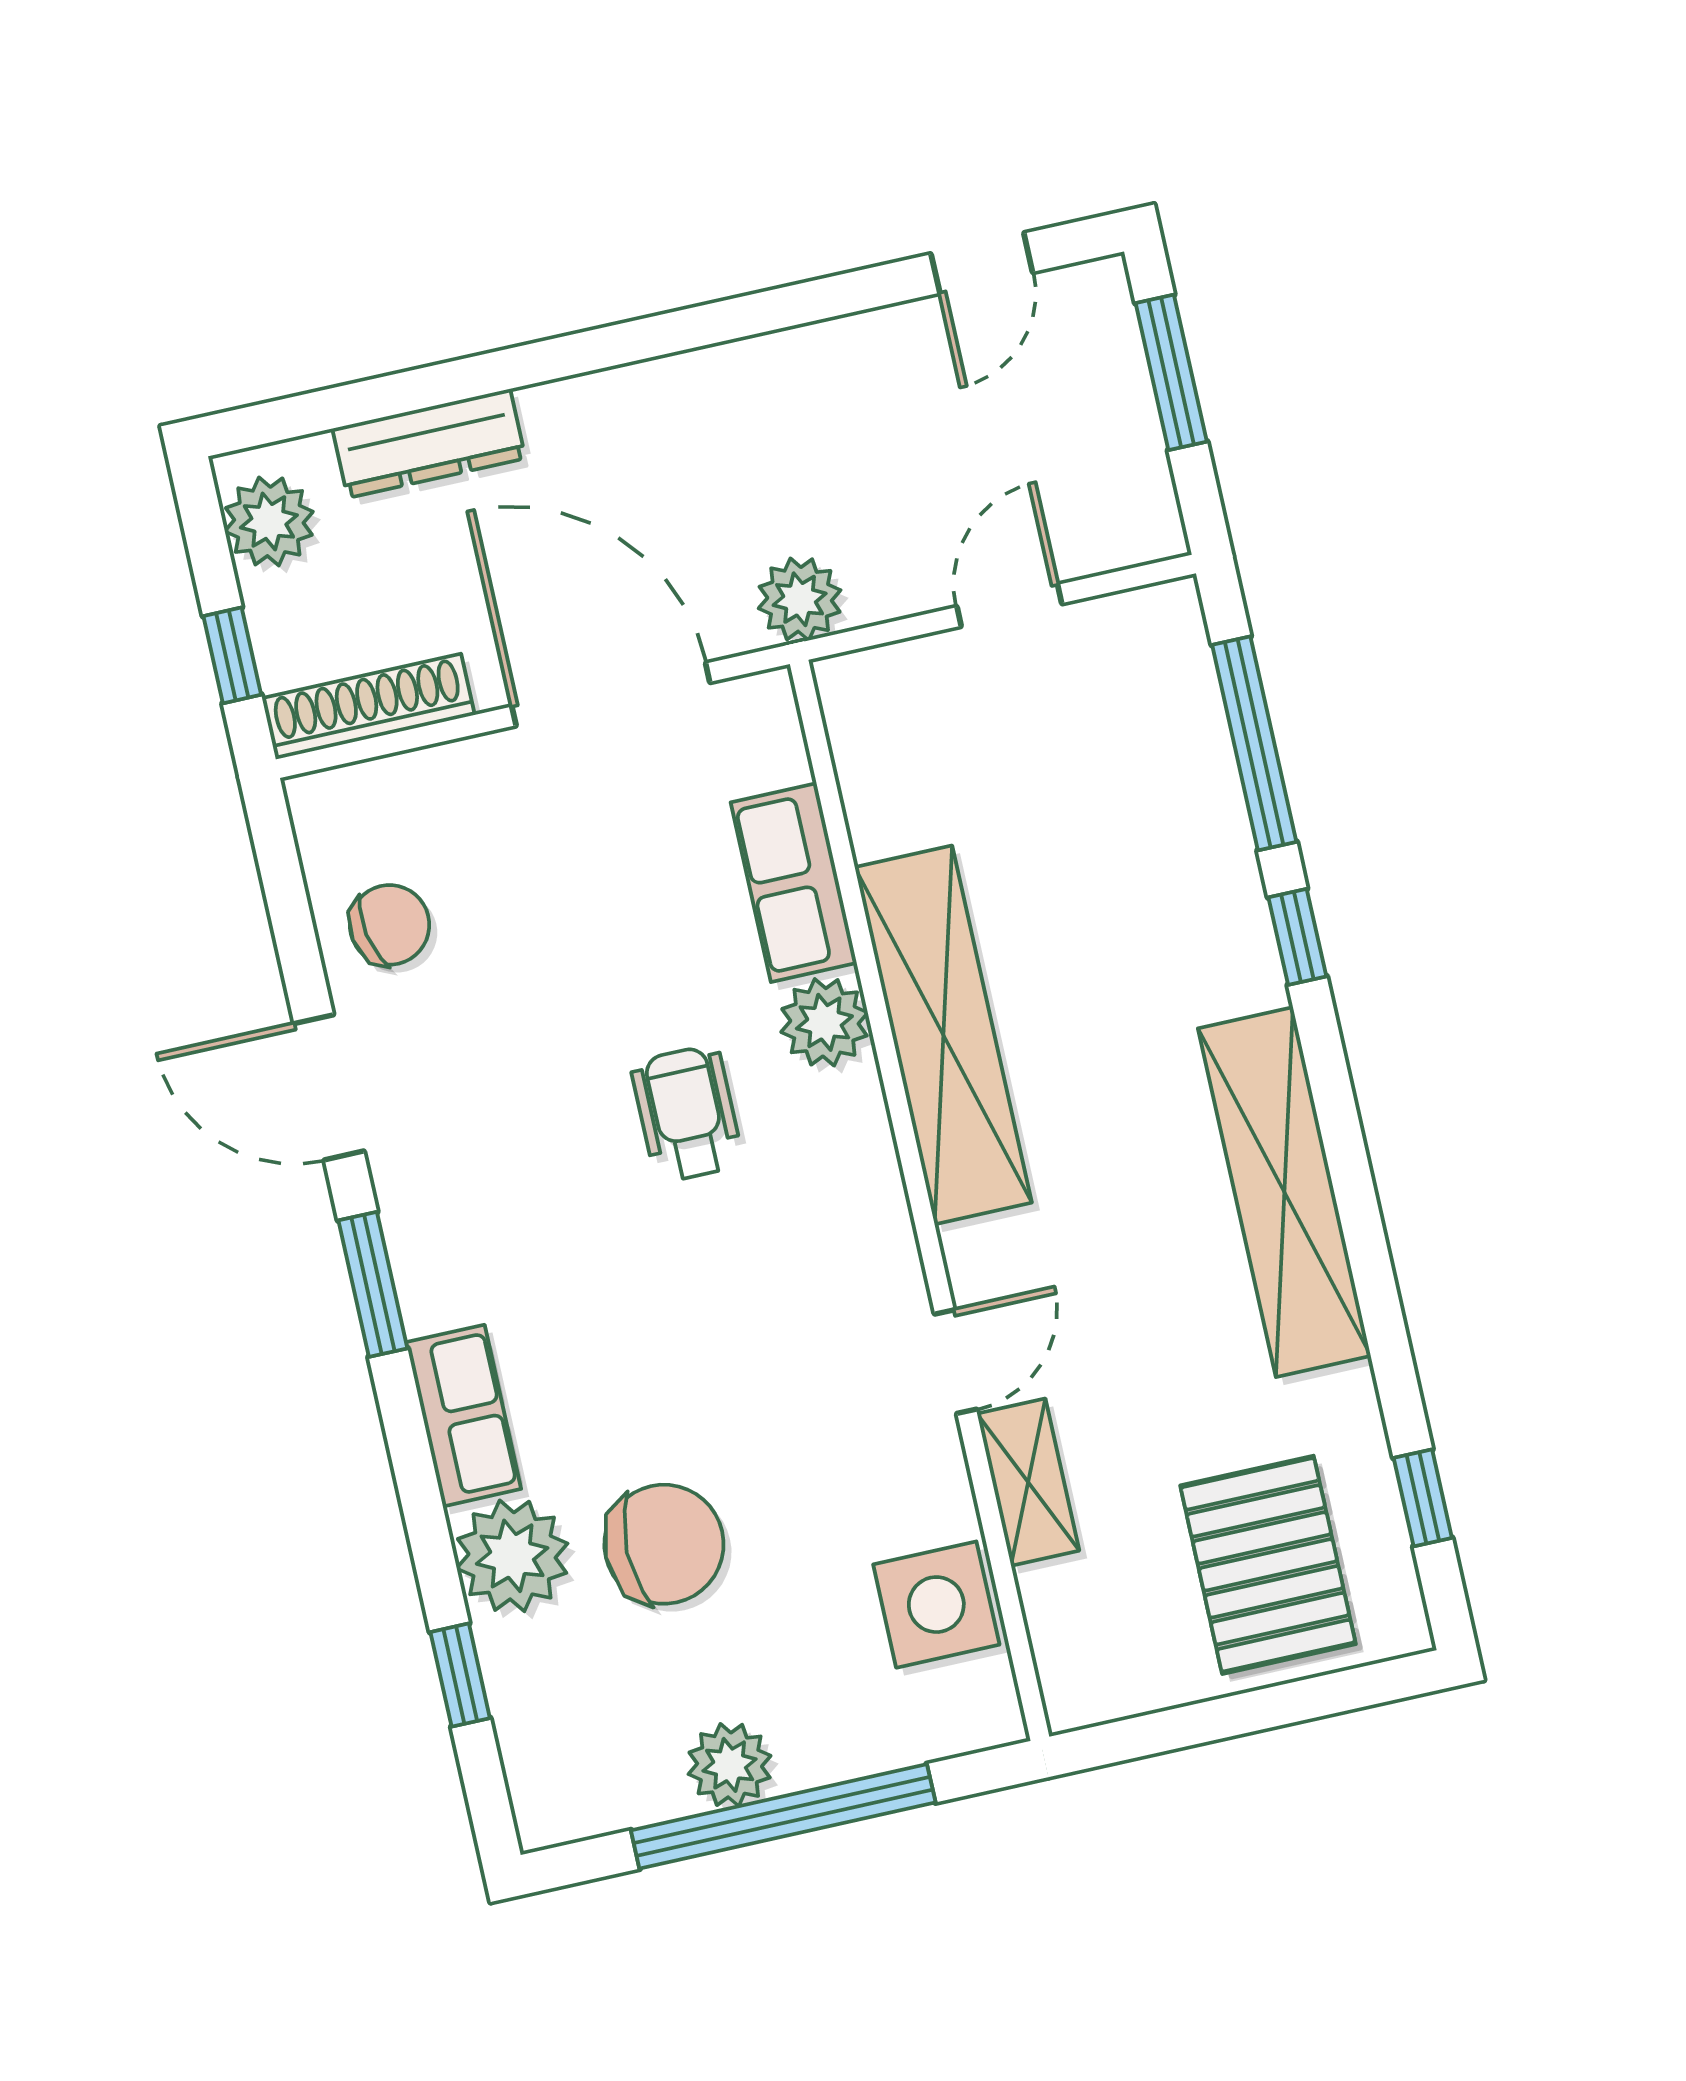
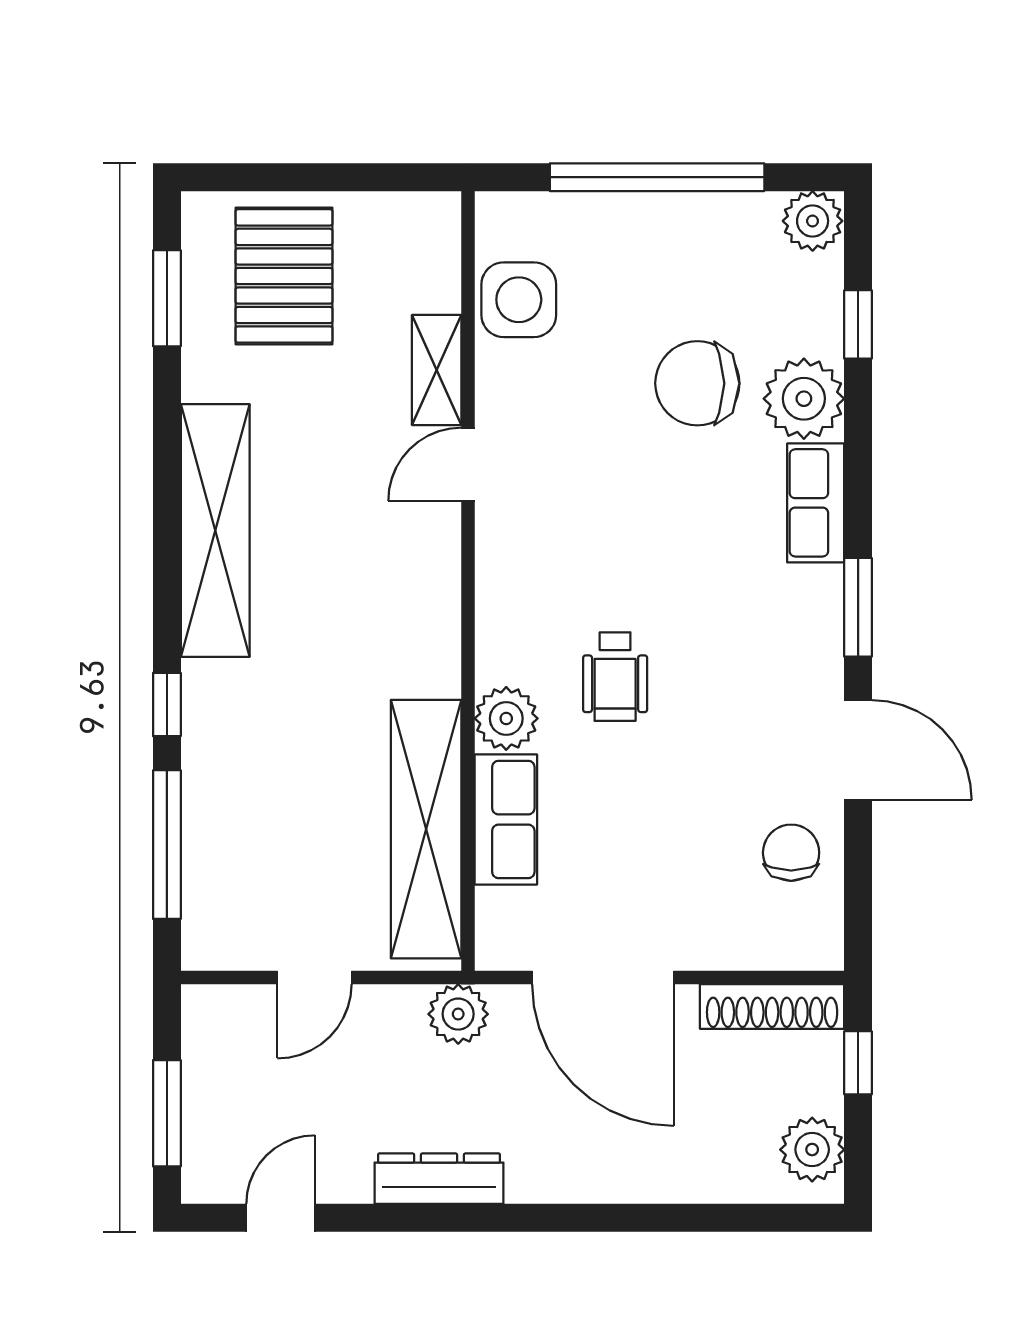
dresser: (429, 443) -> (439, 1179), moved
chair: (390, 925) -> (791, 853), turned 100
shelving: (943, 1035) -> (426, 829), moved
window: (1423, 1498) -> (167, 298), width x1.50
plant: (730, 1765) -> (813, 221), moved

